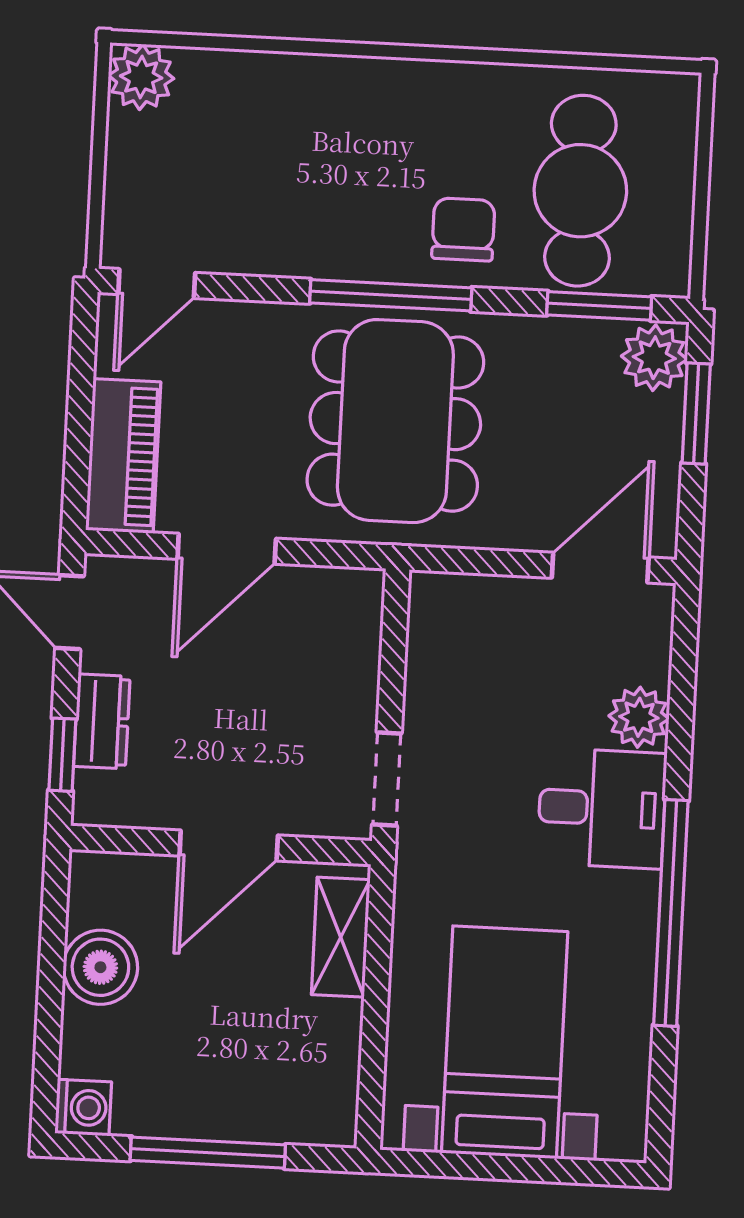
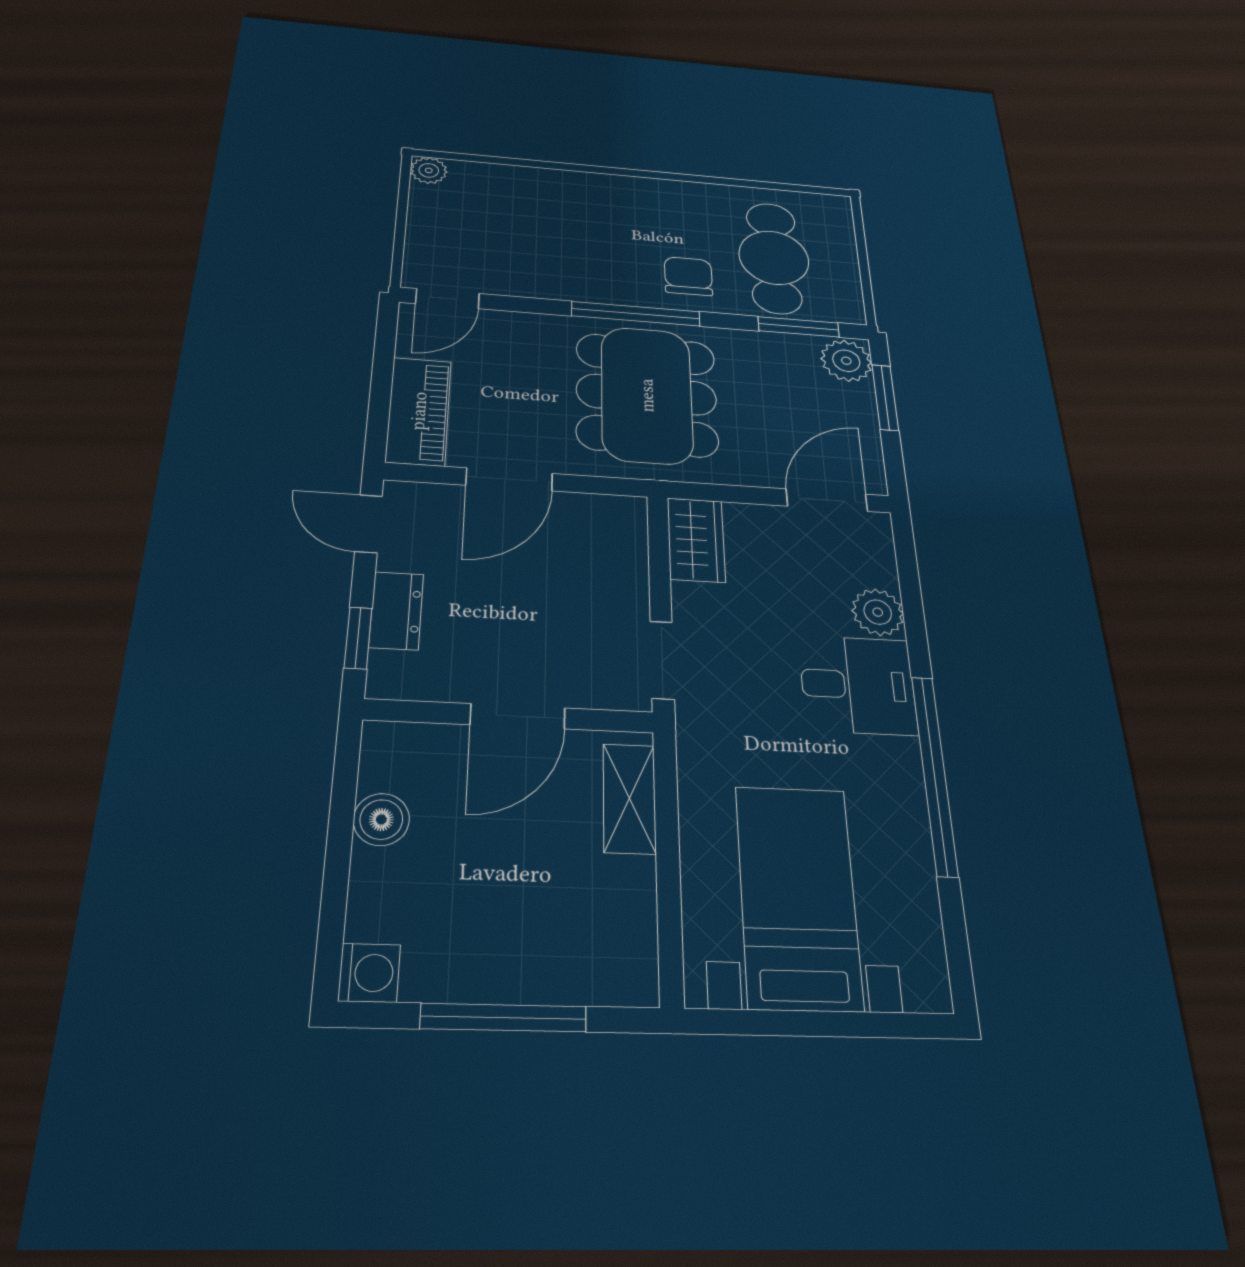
plant: (141, 77) -> (429, 170), width x0.73, depth x0.73
wardrobe: (438, 626) -> (696, 540), added
boiler: (100, 967) -> (381, 820), width x0.73, depth x0.73

